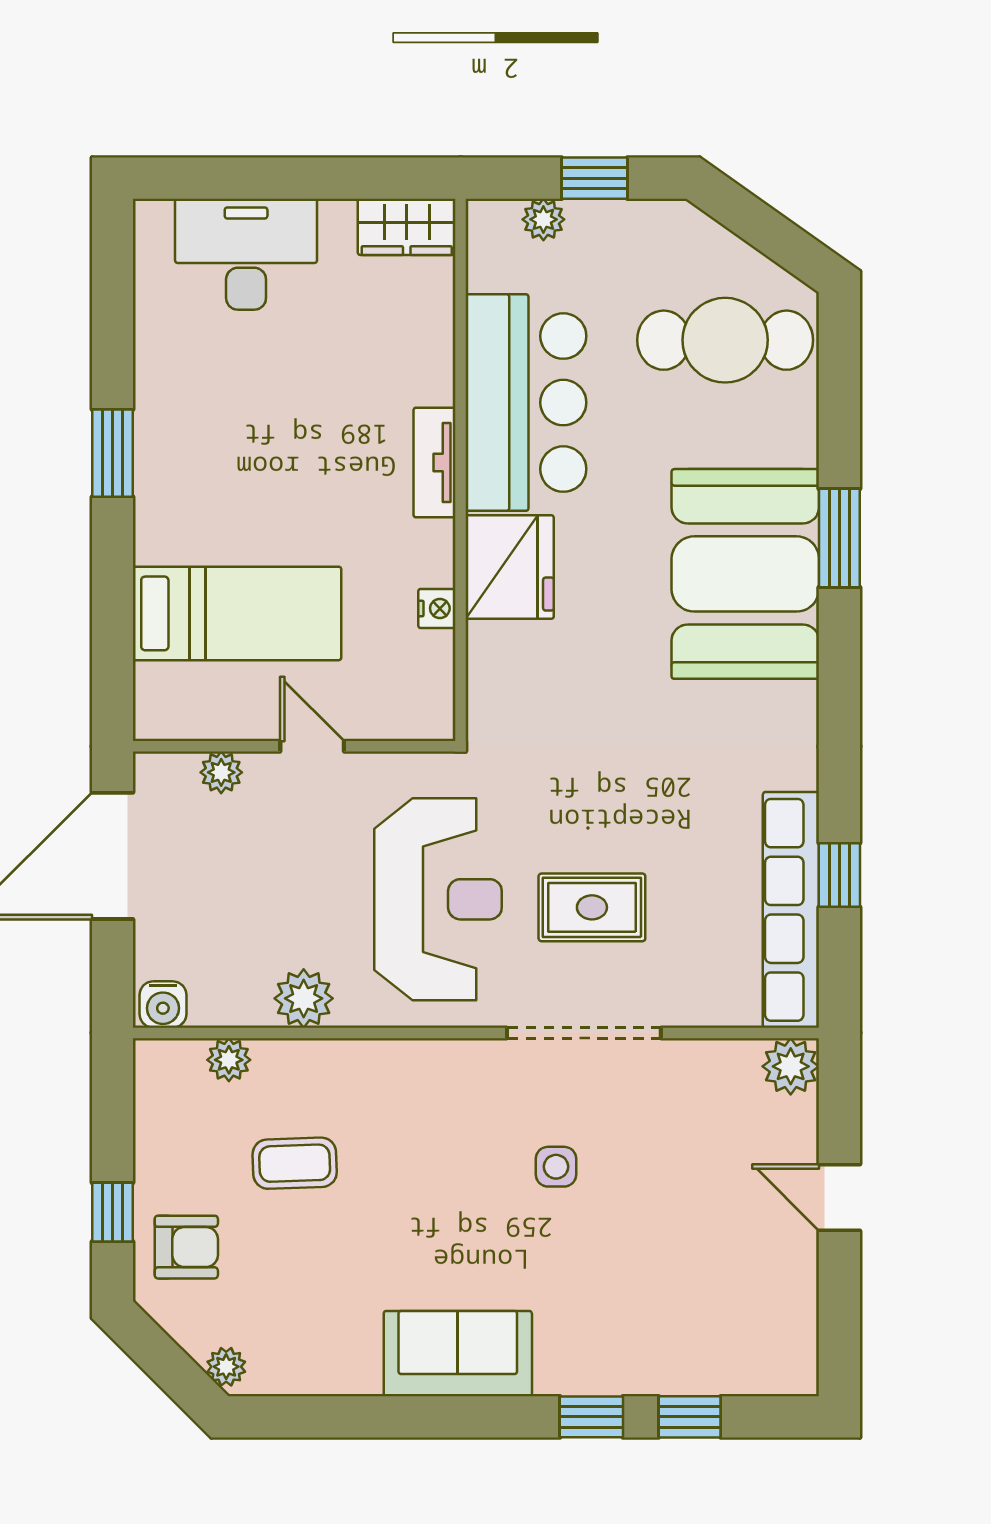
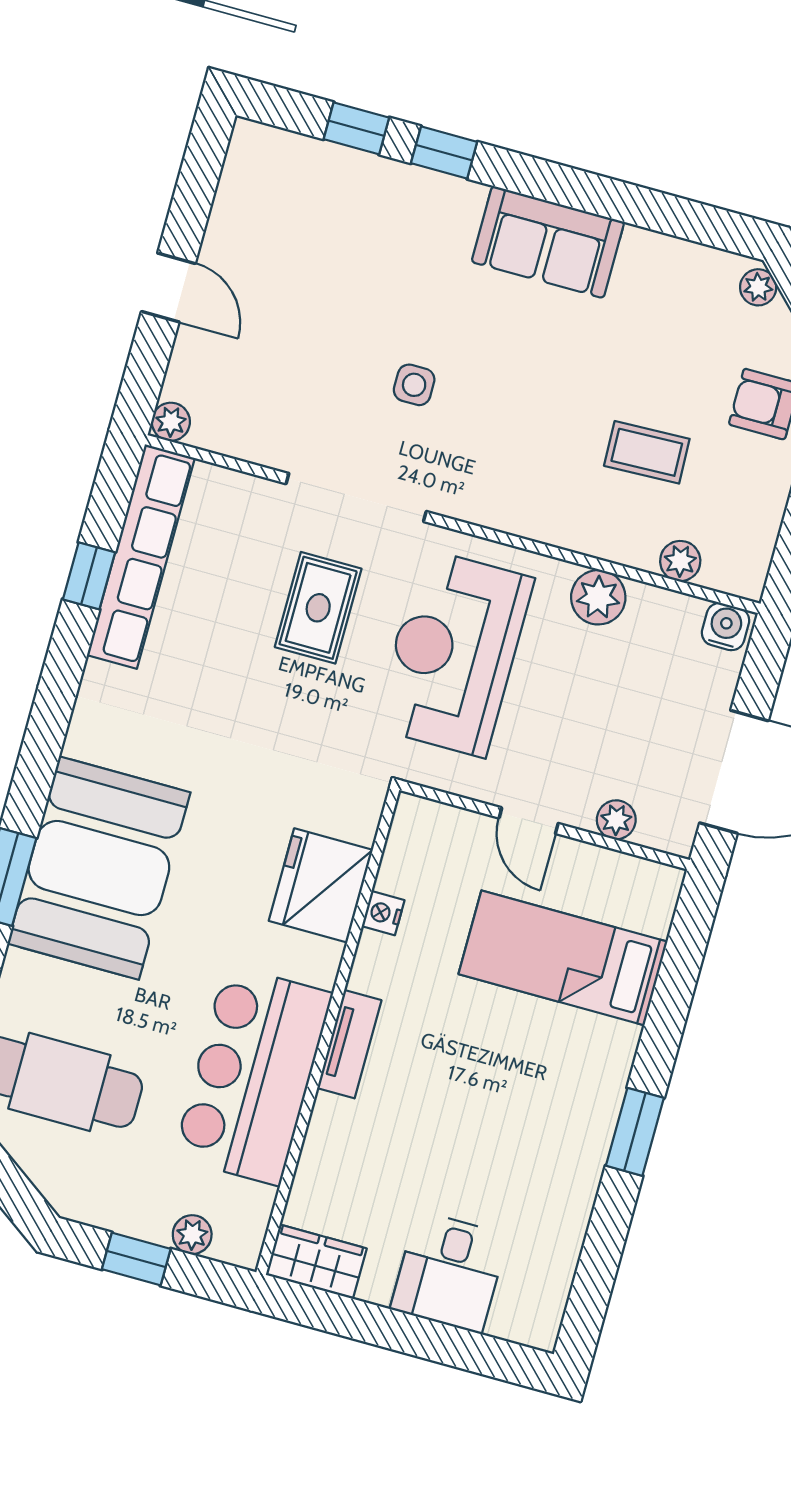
desk: (246, 254) -> (449, 1272), width x0.73
fridge: (510, 567) -> (321, 885), moved
rug: (592, 907) -> (318, 608), turned 90
plant: (791, 1066) -> (171, 422), width x0.73, depth x0.73

